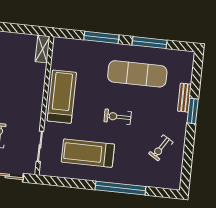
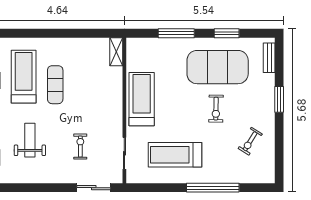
window: (149, 43) -> (227, 33), width x0.69
exercise mat: (137, 74) -> (218, 67), width x1.47
bench: (184, 98) -> (269, 58), moved
exercise bike: (118, 117) -> (216, 109), moved, turned -89

